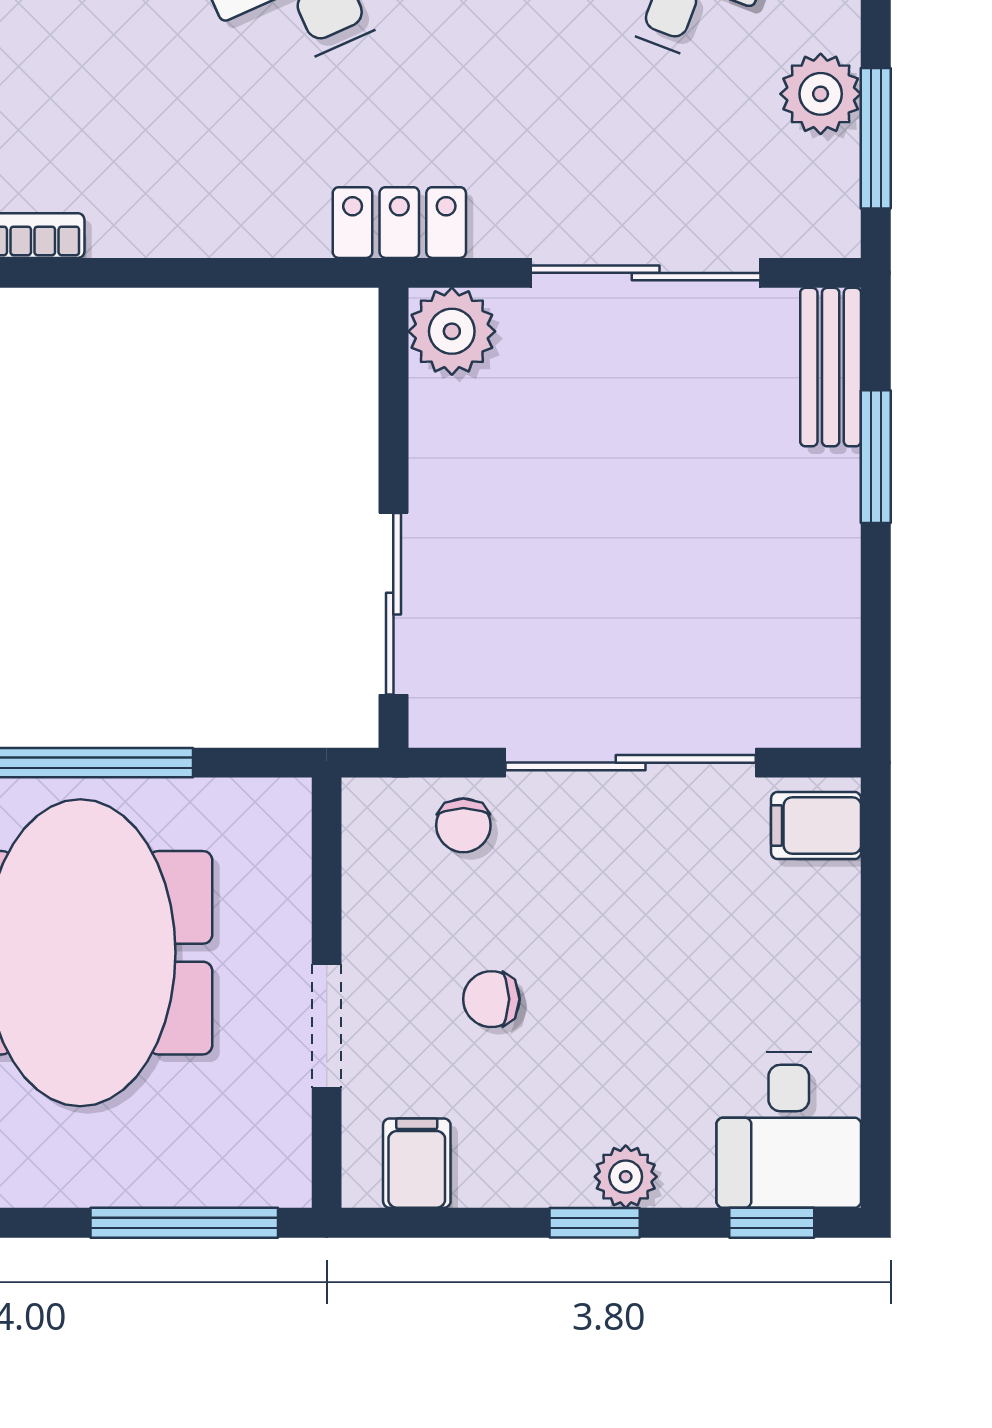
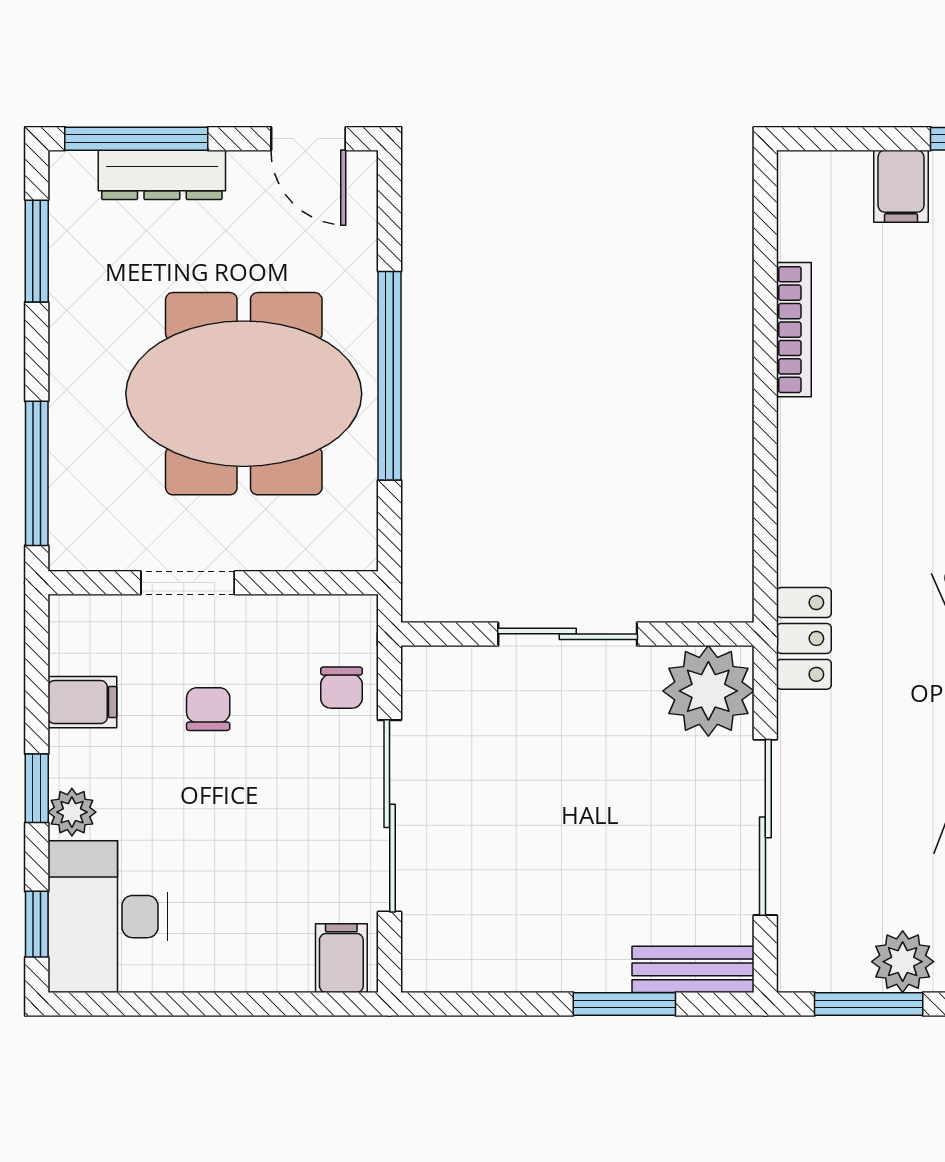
plant: (452, 331) -> (708, 691), width x1.36, depth x1.36
sliding door: (393, 604) -> (568, 634), moved
chair: (463, 825) -> (341, 688), turned -90
desk: (789, 1130) -> (108, 917), width x1.37
filing cabinet: (417, 1163) -> (82, 702), moved

